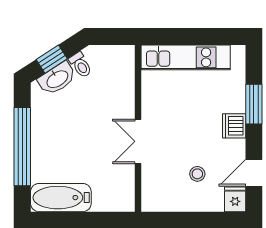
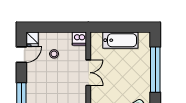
dishwasher: (234, 126) -> (79, 39), moved, turned 90
bathtub: (61, 198) -> (120, 40), moved

